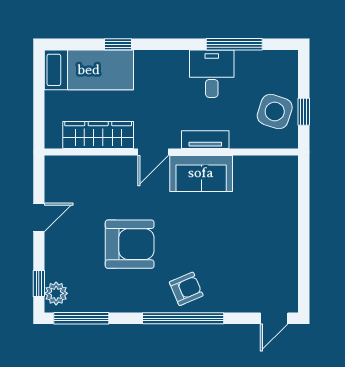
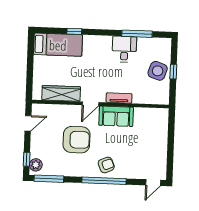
wardrobe: (98, 135) -> (61, 93), moved
tv unit: (205, 140) -> (119, 98), moved
door: (153, 152) -> (91, 104), moved
wall: (171, 152) -> (100, 104), moved
sofa: (201, 173) -> (116, 116), moved

